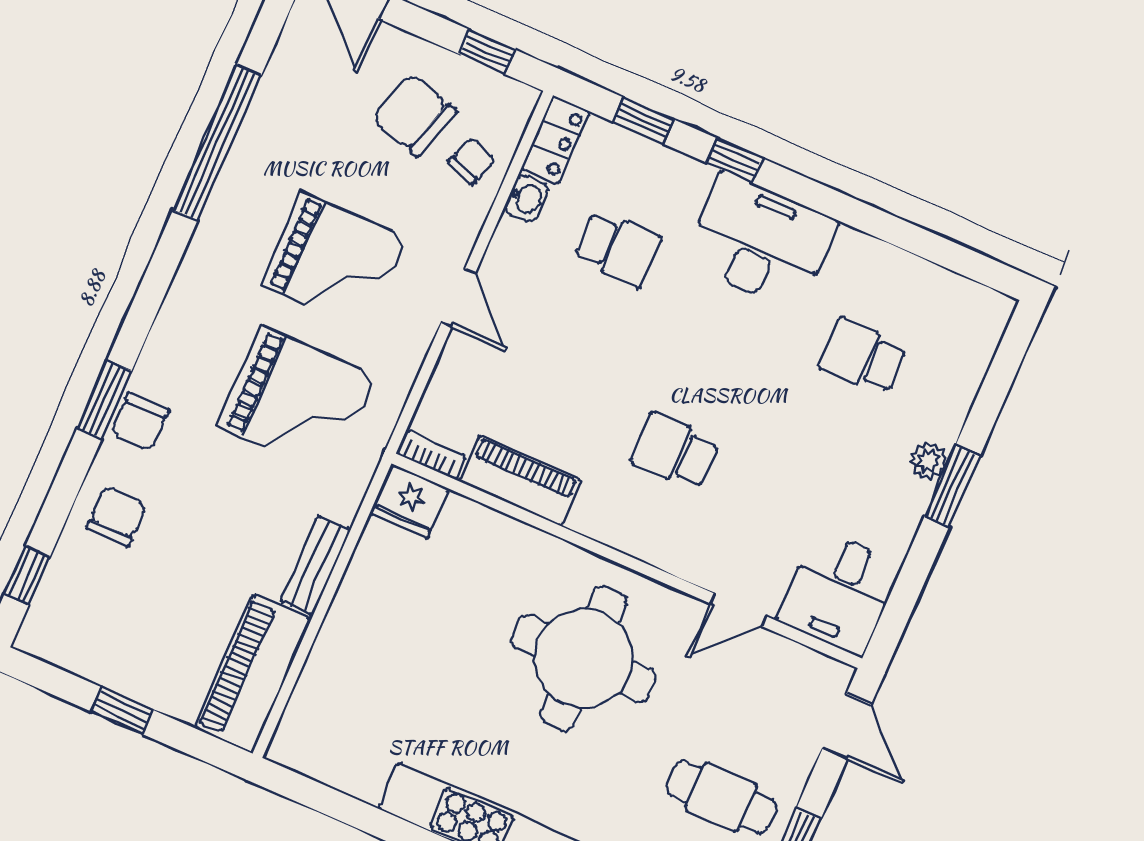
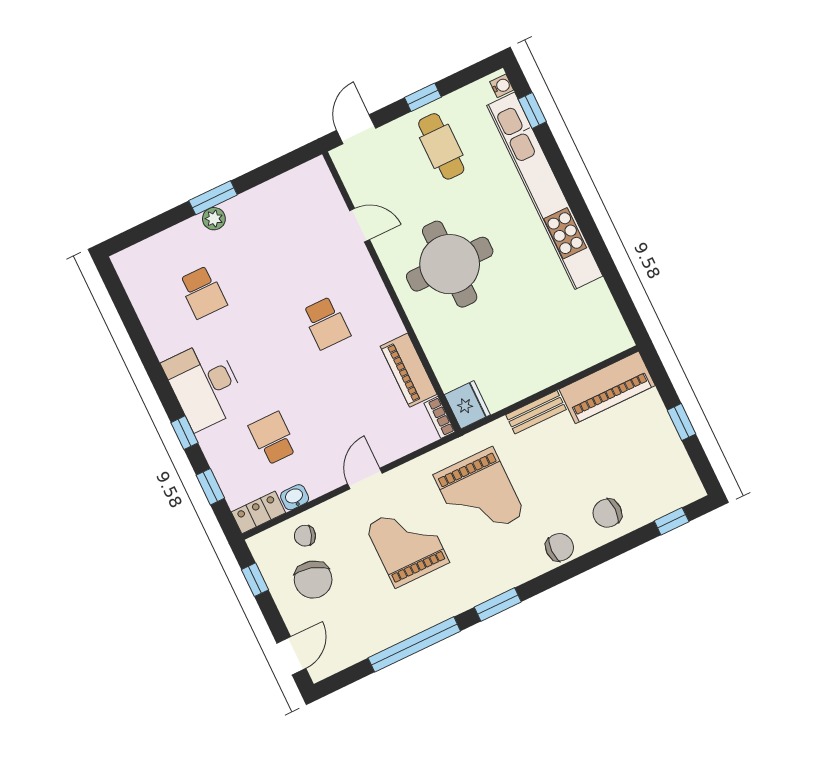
window: (104, 400) -> (498, 604), moved
grand piano: (297, 401) -> (479, 495), turned 180
desk: (839, 592) -> (307, 194), removed

